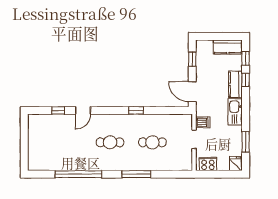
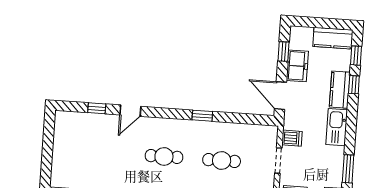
freezer: (203, 69) -> (297, 66), added

